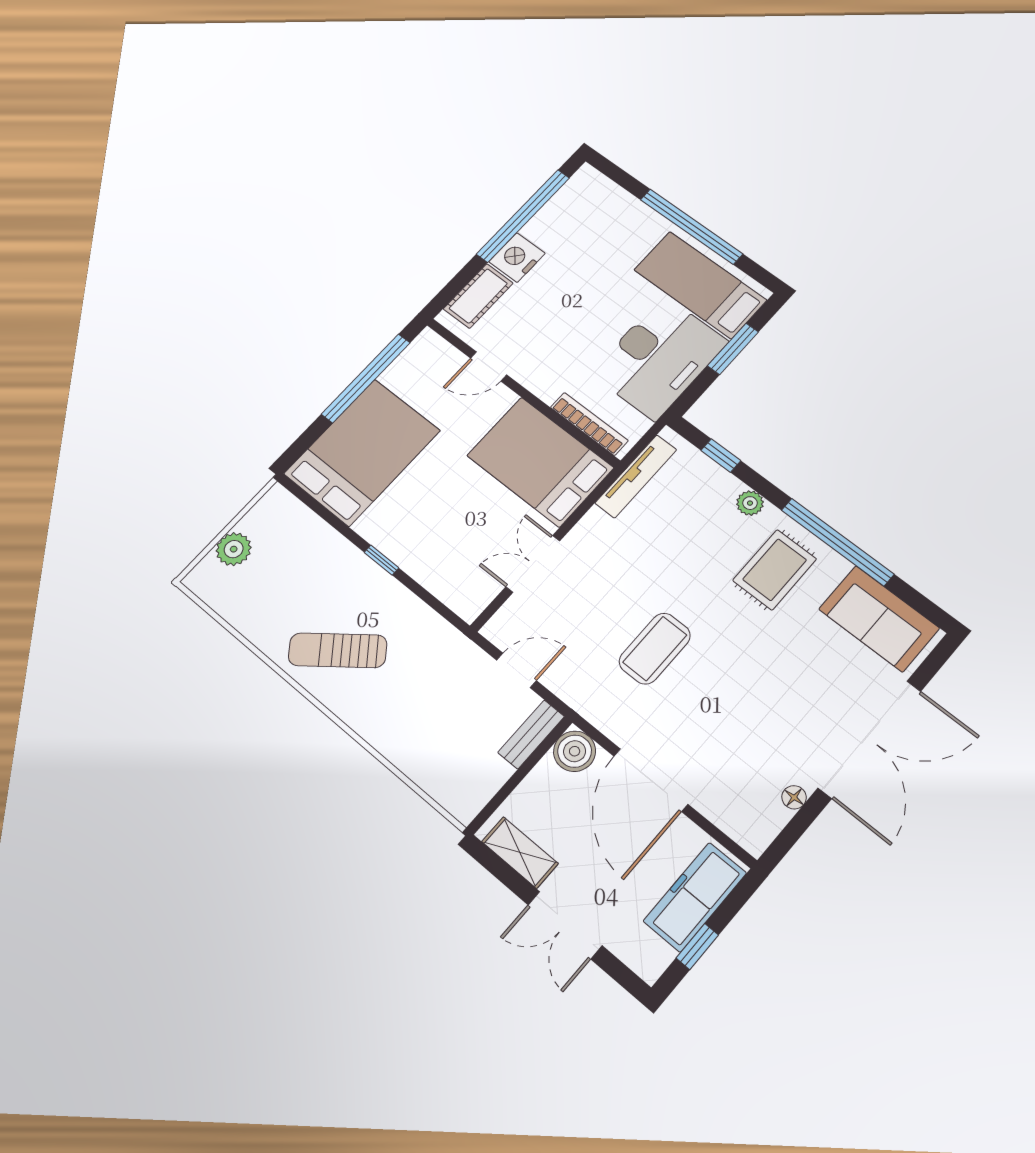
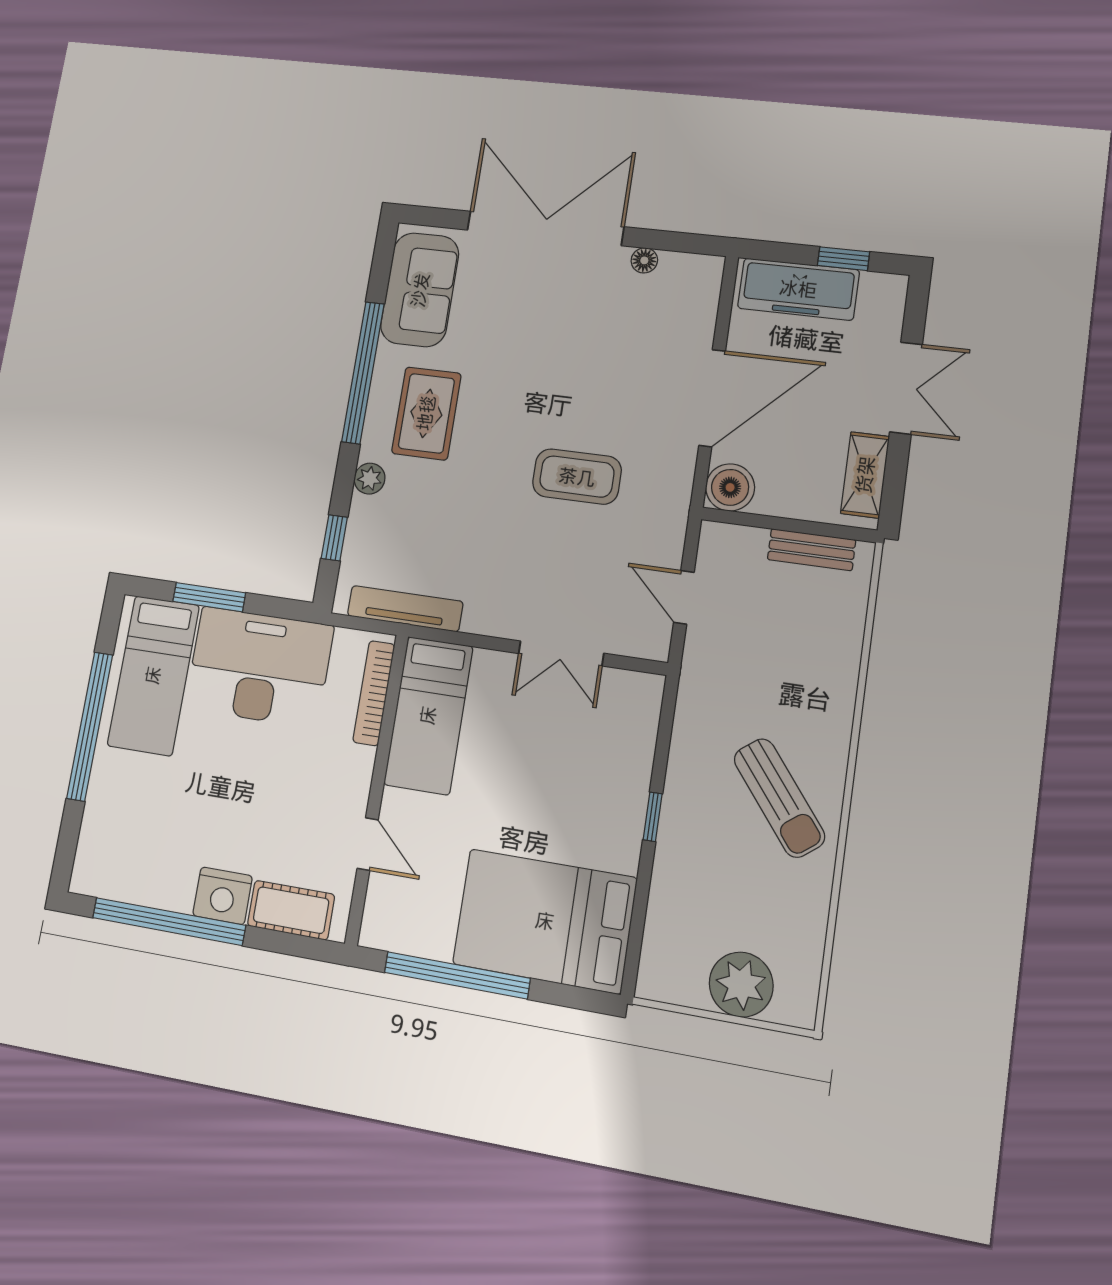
bed: (540, 462) -> (428, 715), width x0.67
plant: (234, 549) -> (741, 985), width x1.36, depth x1.36
rug: (775, 570) -> (426, 413), turned 90
bench: (531, 734) -> (811, 550), moved

